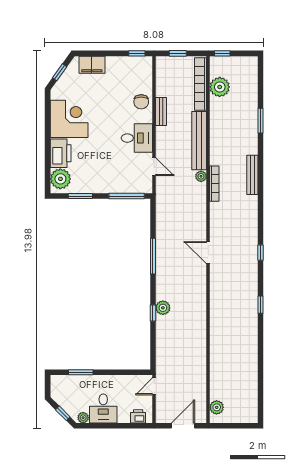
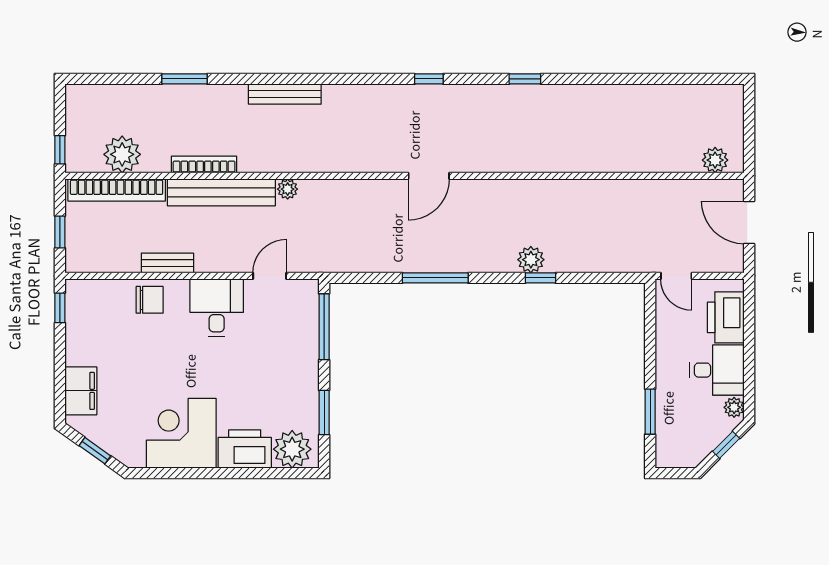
bookcase: (214, 184) -> (204, 165), moved
printer: (138, 416) -> (726, 317), width x1.87, depth x1.48

